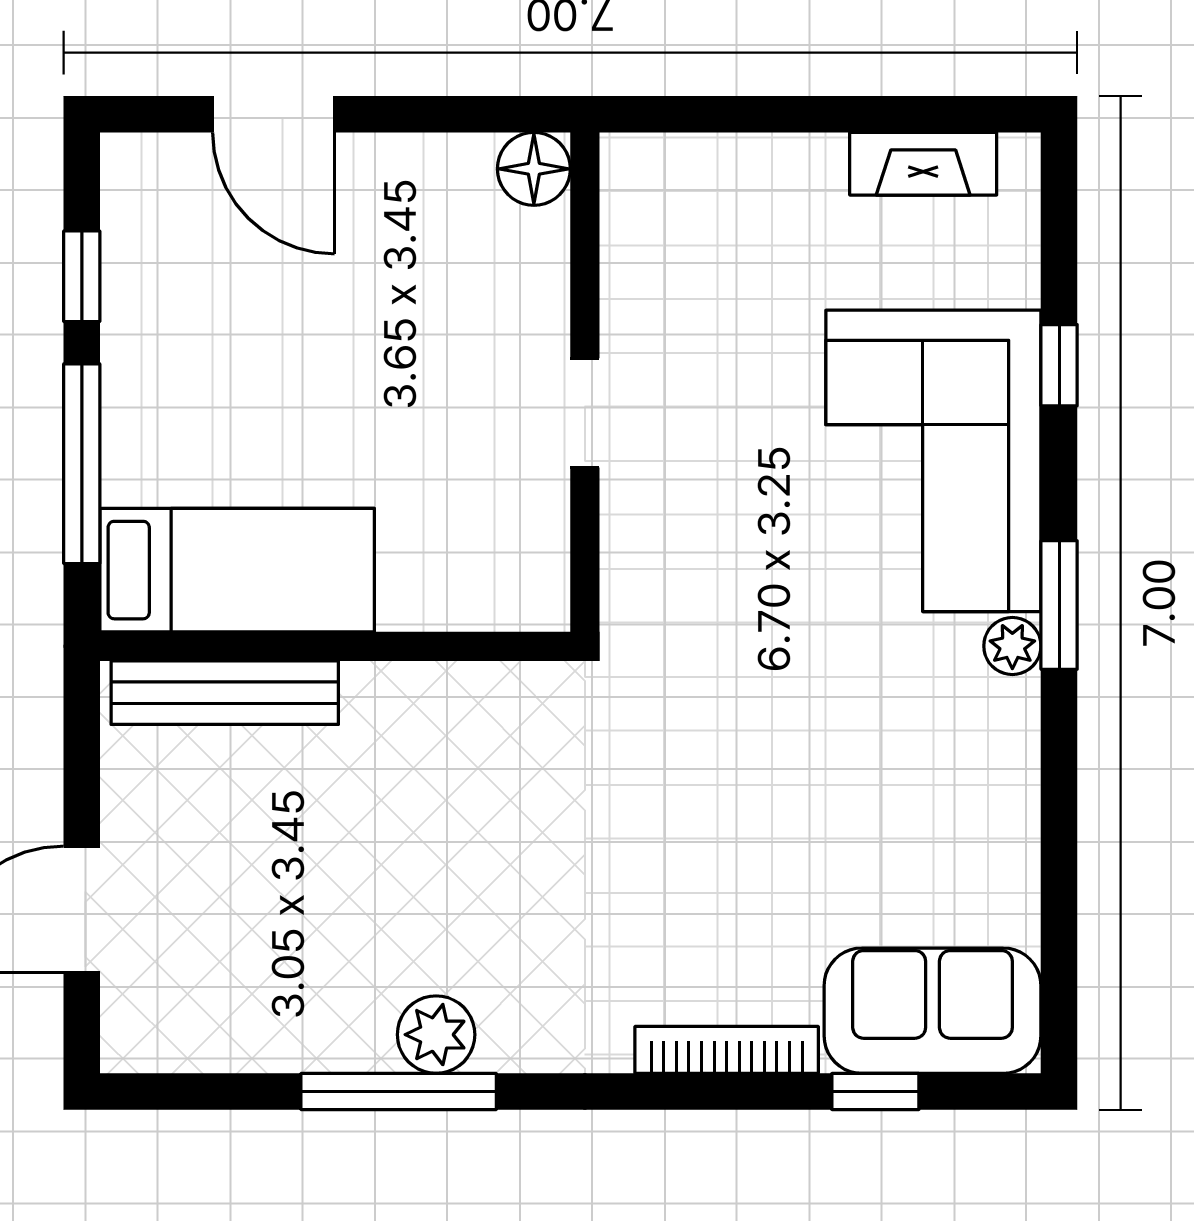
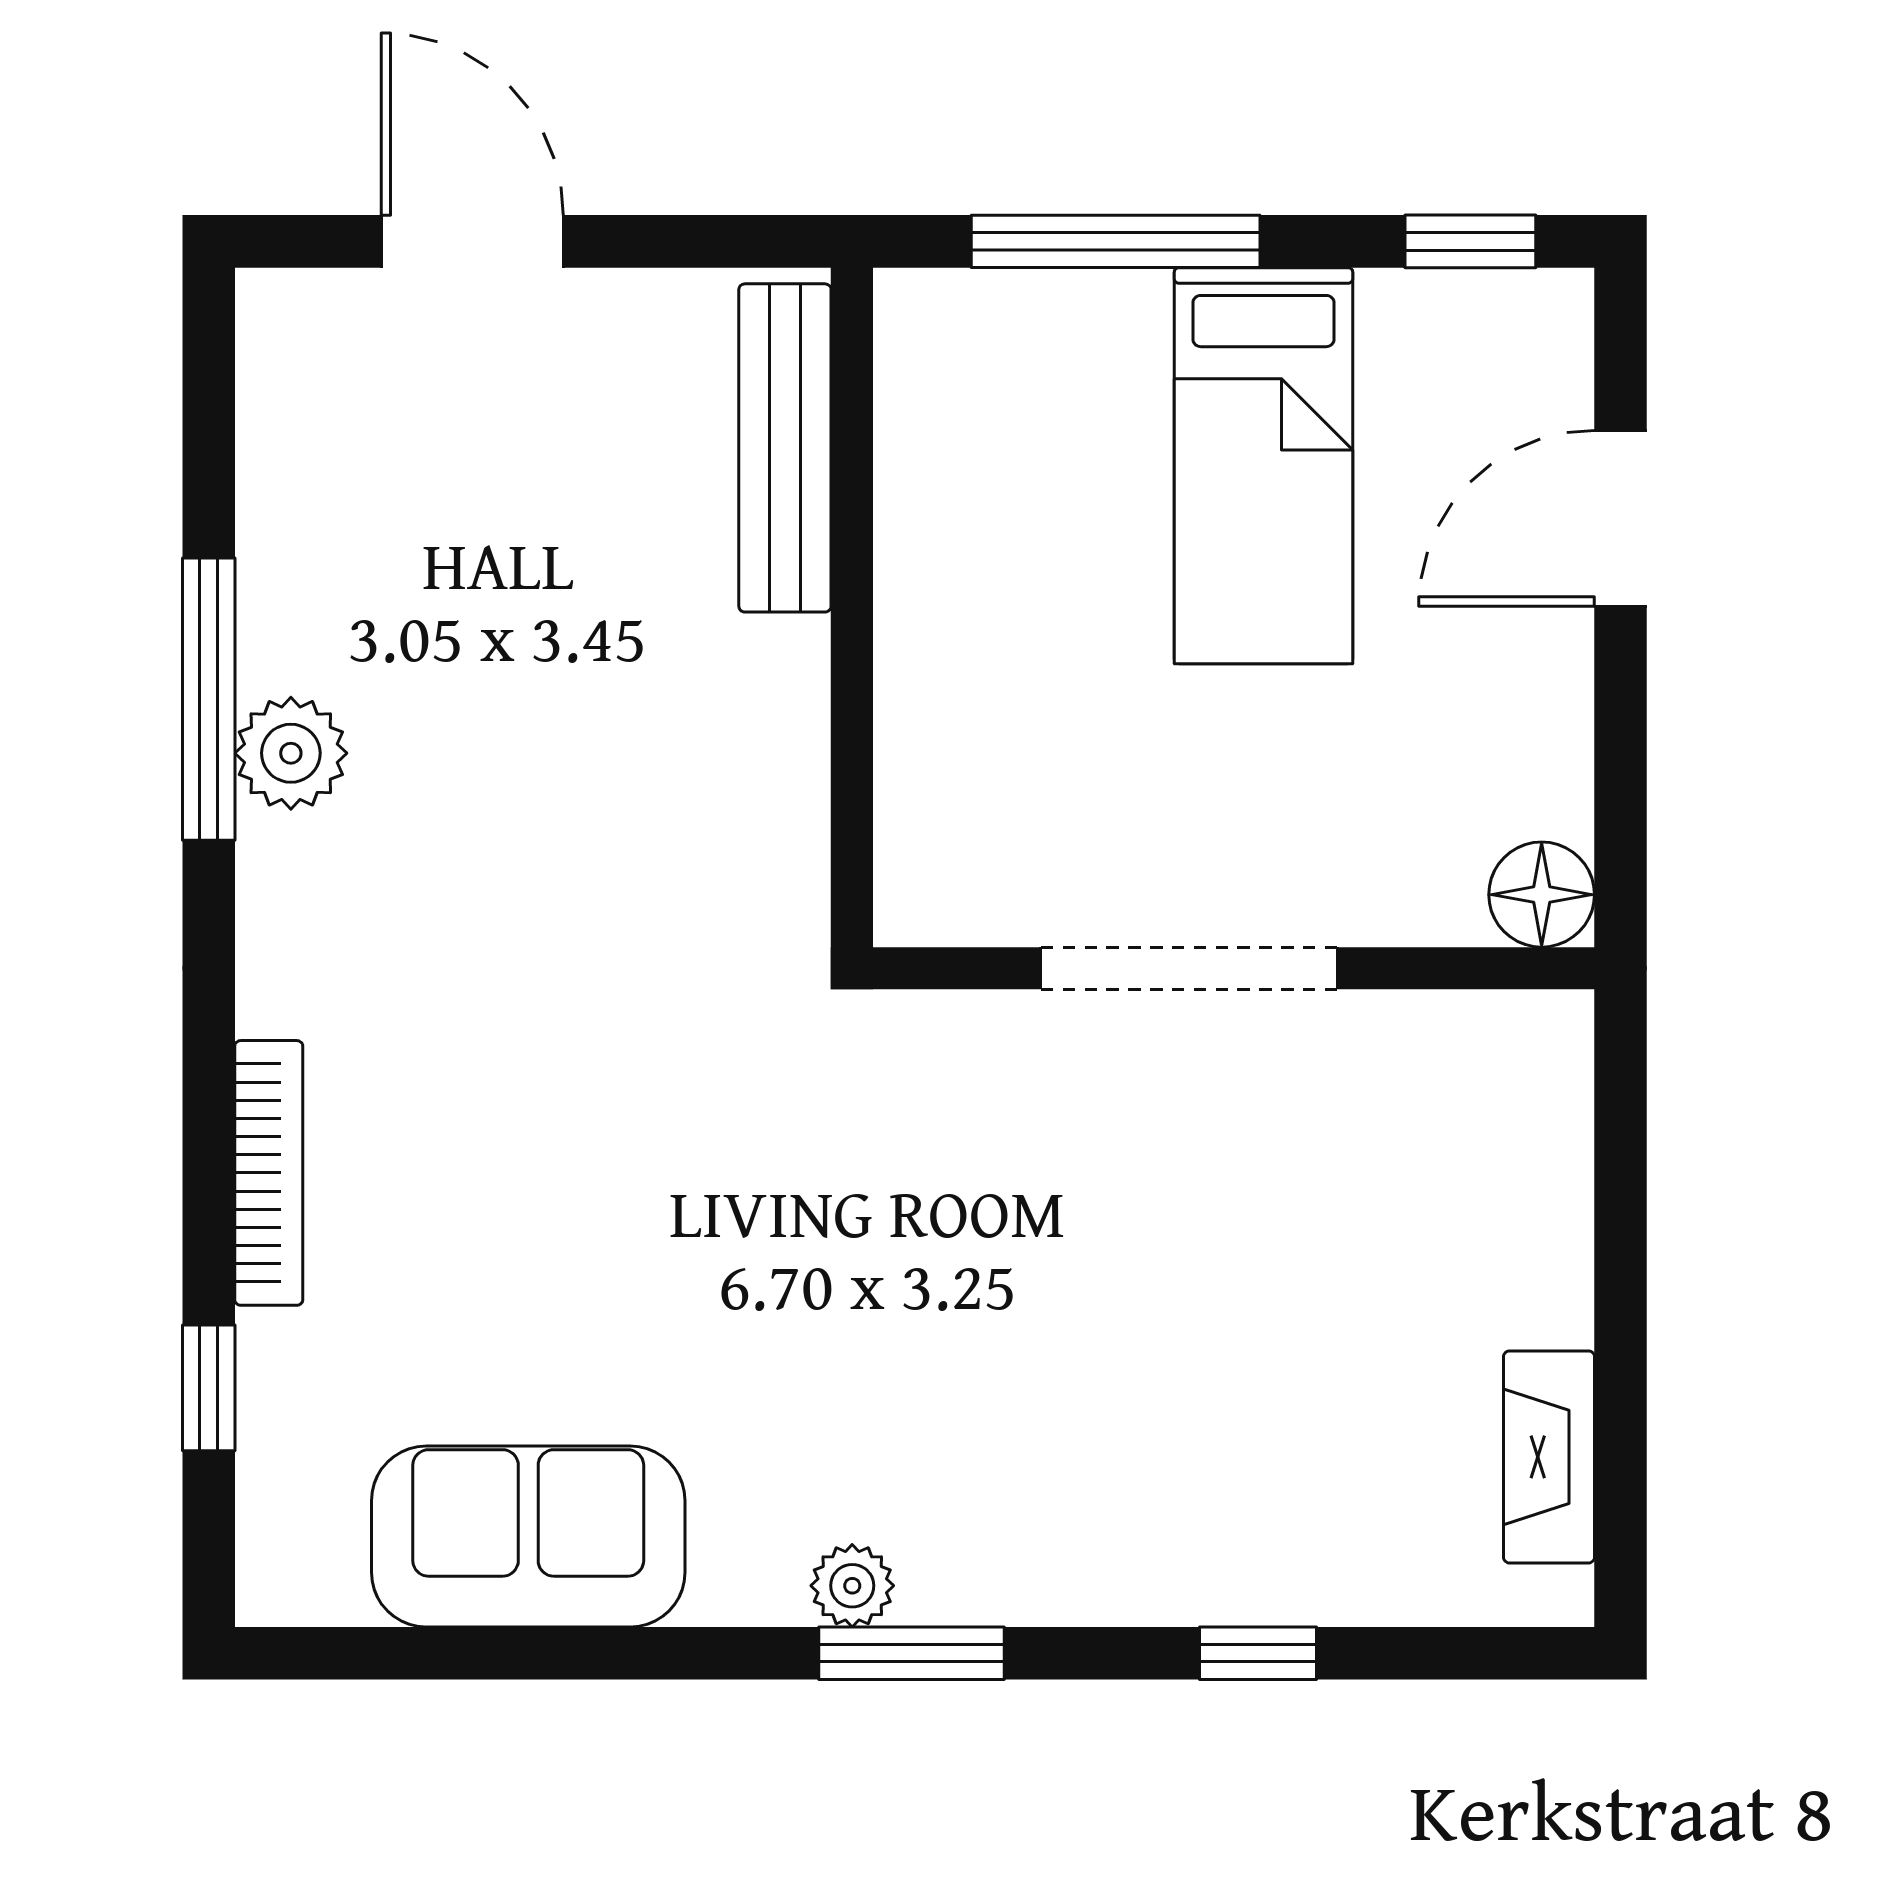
window: (82, 276) -> (1470, 241), moved
doorway: (585, 413) -> (1189, 968), width x1.88
corner sofa: (933, 461) -> (1120, 1472), removed
bed: (237, 570) -> (1263, 466), moved
sofa: (933, 1011) -> (528, 1536), moved, turned -90

